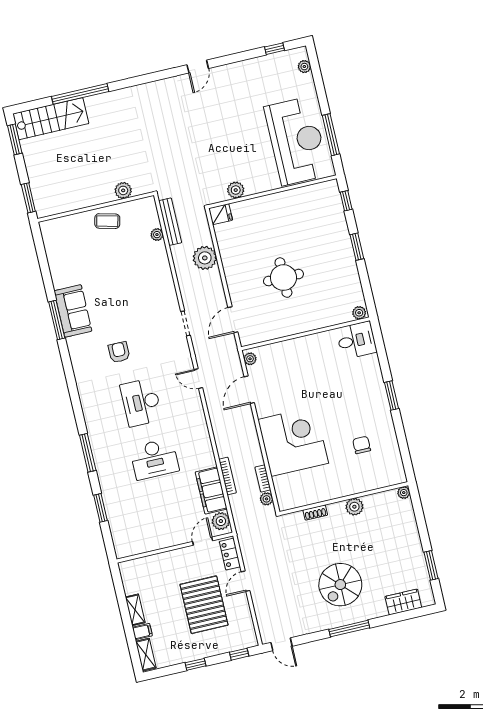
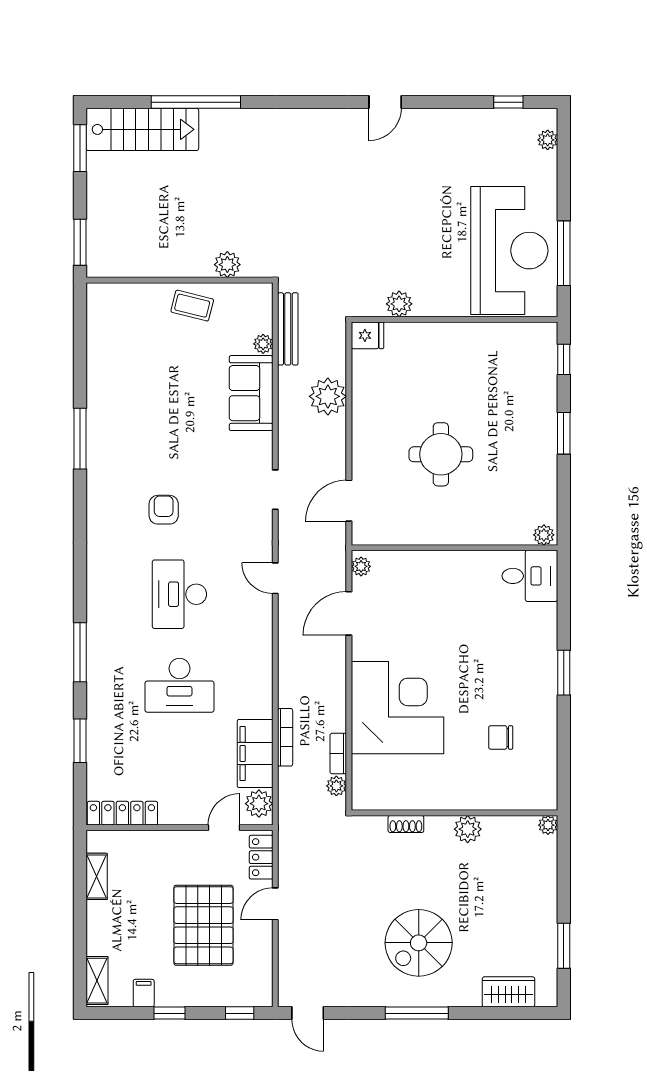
sofa: (73, 311) -> (251, 393), moved, turned 180
chair: (362, 445) -> (501, 737), turned -90
locker: (137, 547) -> (122, 813), added
shelving: (135, 610) -> (97, 876), moved
filing cabinet: (142, 631) -> (144, 993), moved, turned -90

